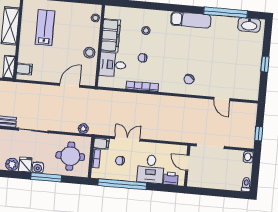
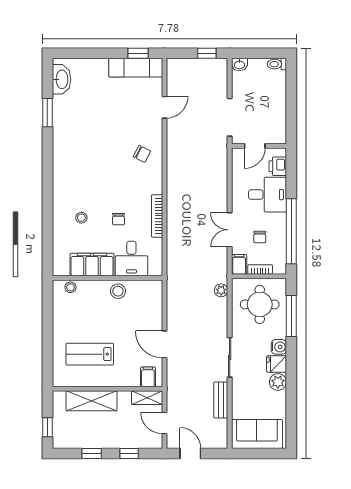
window: (226, 12) -> (47, 113), width x0.47
exam couch: (191, 20) -> (136, 68), moved, turned 90
window: (265, 64) -> (138, 53), moved
door: (70, 85) -> (164, 344), moved
window: (46, 177) -> (291, 316), moved

